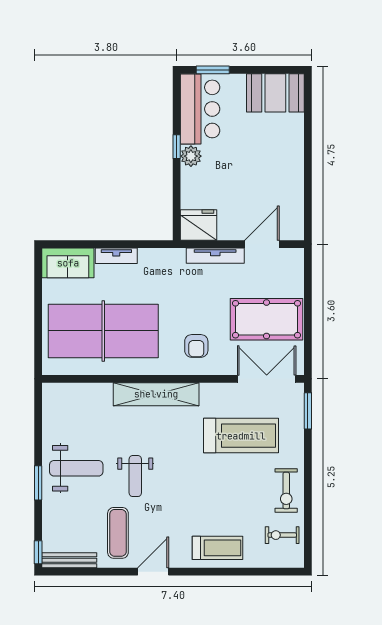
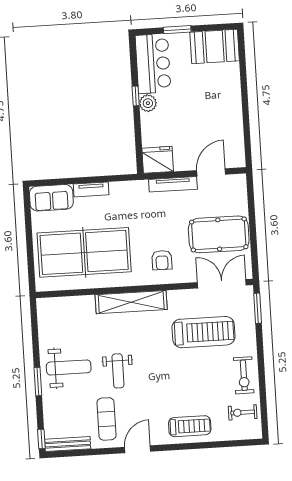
window: (213, 70) -> (177, 30), moved

